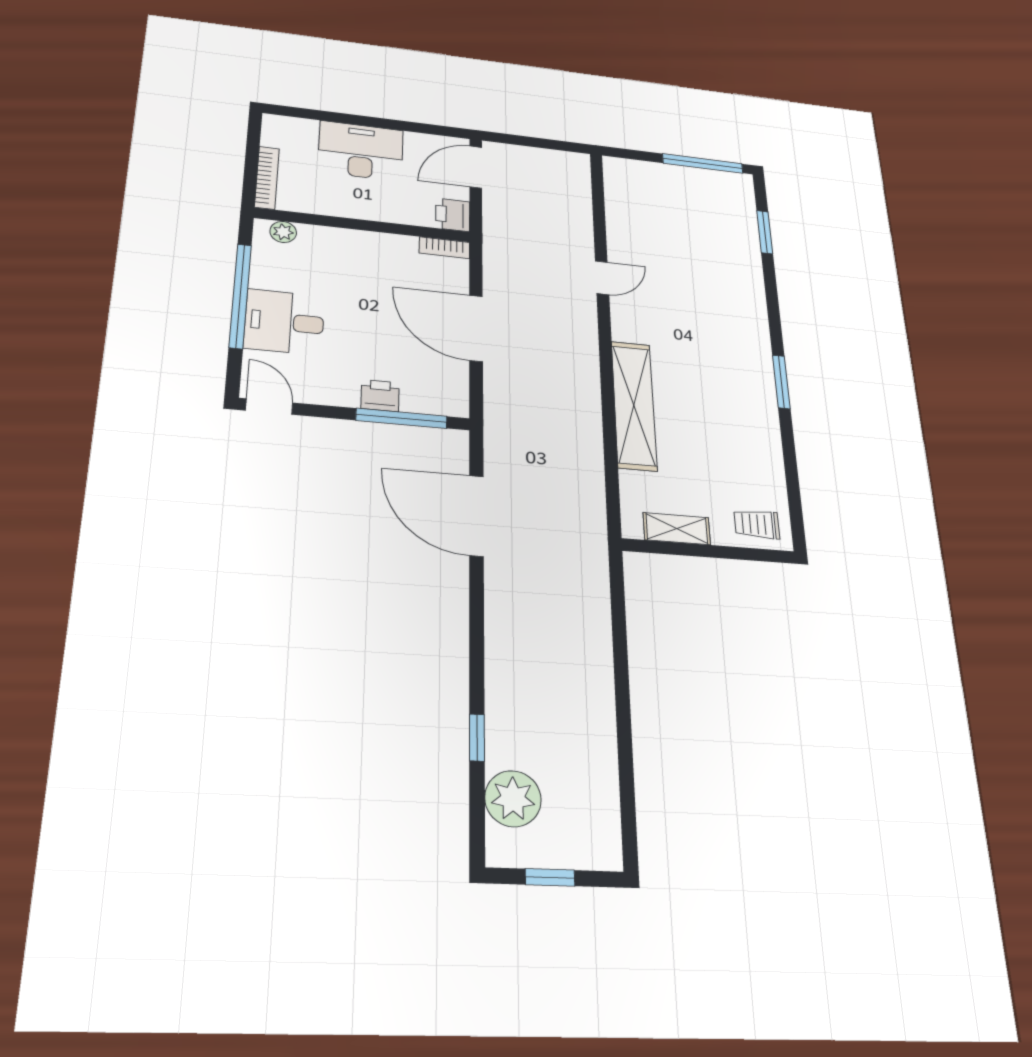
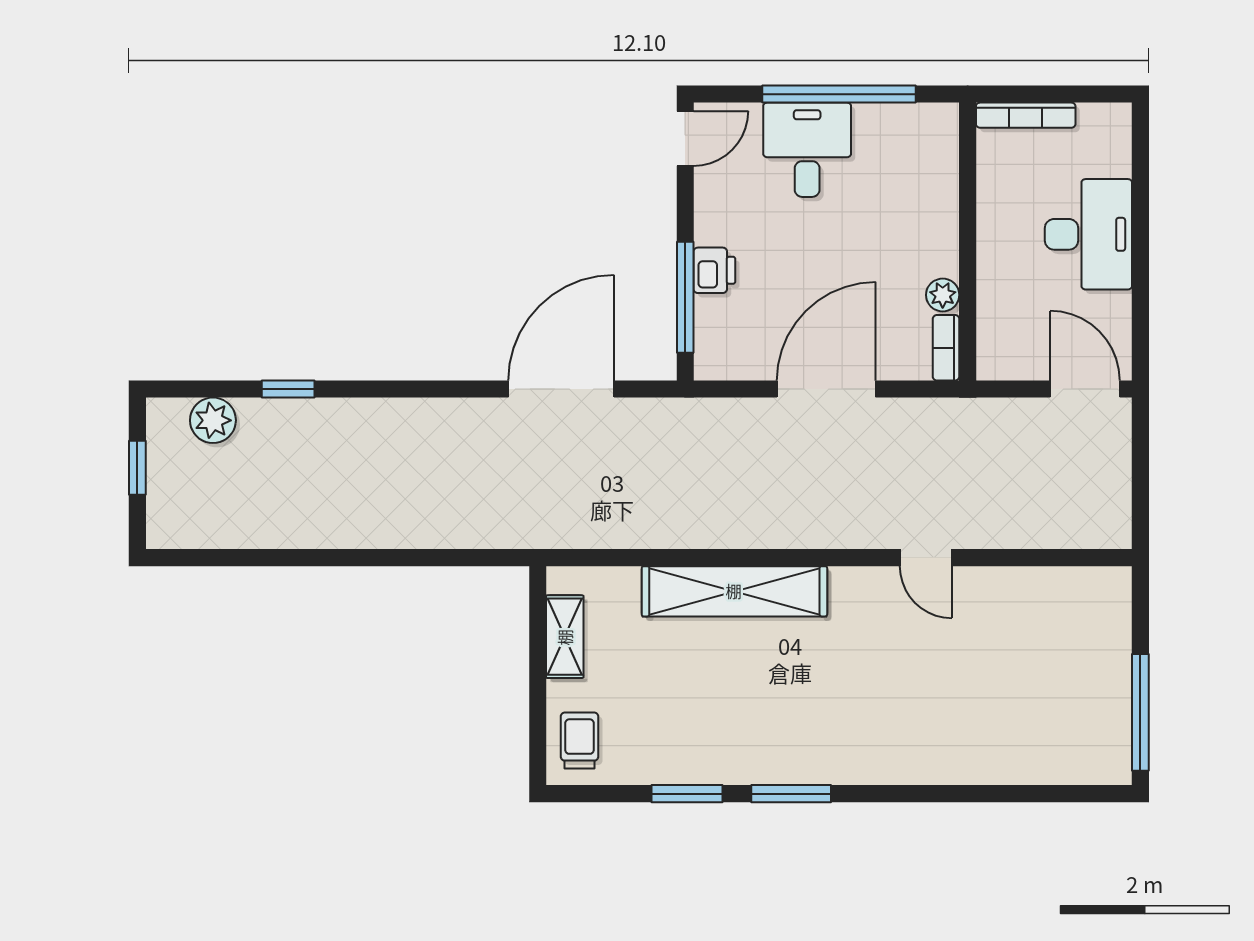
printer: (453, 215) -> (1001, 358), removed
plant: (283, 232) -> (943, 295), moved
window: (765, 232) -> (687, 794), moved
plant: (513, 799) -> (213, 420), width x0.73, depth x0.73

